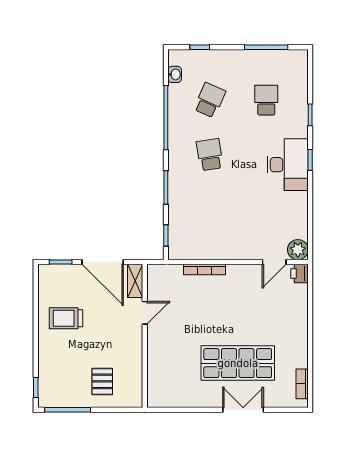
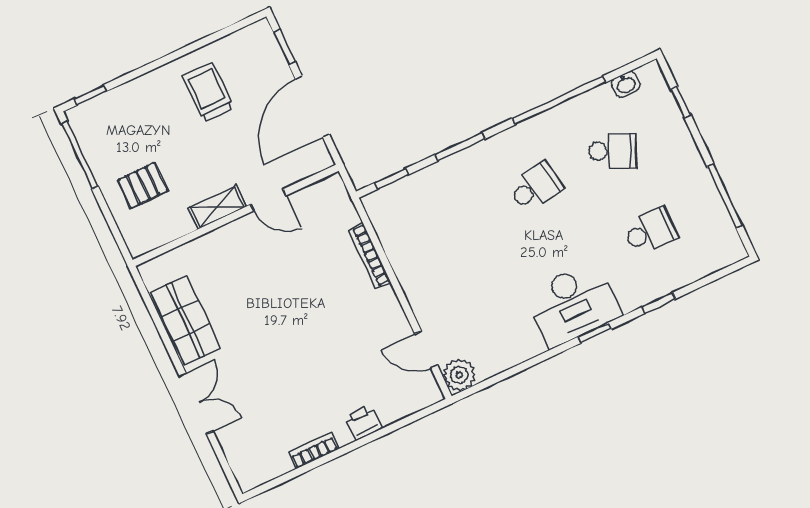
printer: (299, 273) -> (363, 423), moved
shelving: (135, 281) -> (218, 207), moved
shop shelf: (238, 363) -> (186, 320), moved, width x0.70, depth x0.74
bookcase: (302, 384) -> (314, 451), moved

